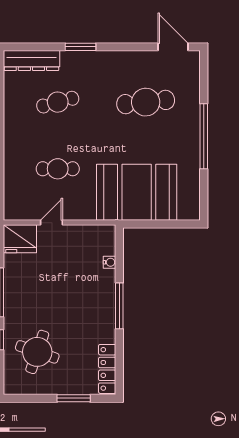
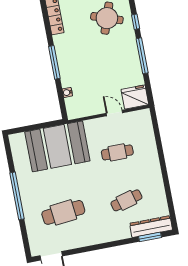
window: (80, 47) -> (150, 237), moved
door: (51, 223) -> (114, 113), swing flipped

